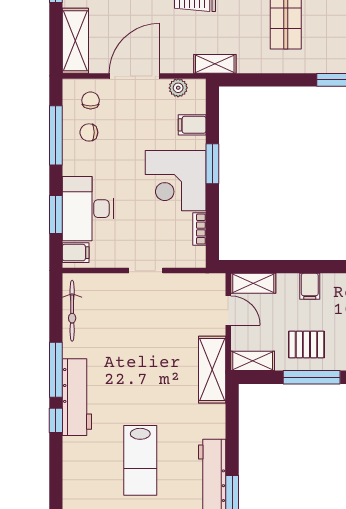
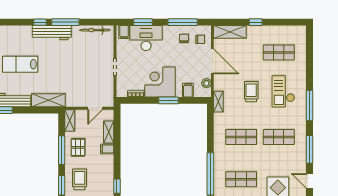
shelving: (253, 283) -> (109, 132), moved
shelving: (212, 370) -> (48, 100), moved

